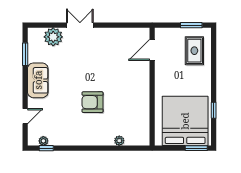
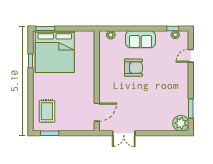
double door: (80, 25) -> (124, 133), moved
plant: (53, 37) -> (181, 123), moved
door: (152, 50) -> (97, 112), moved
sofa: (38, 80) -> (140, 39), moved, turned -90
wall: (152, 87) -> (97, 81), moved

